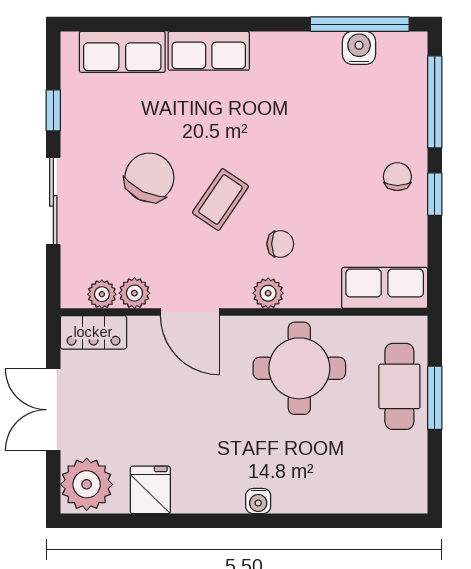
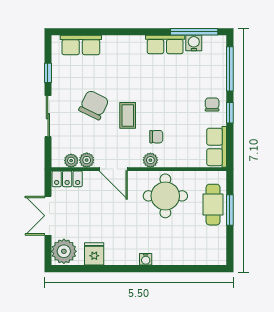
row of seats: (209, 51) -> (165, 44), moved
coffee table: (220, 199) -> (128, 115), turned -34
row of seats: (385, 288) -> (217, 147), moved, turned -90

